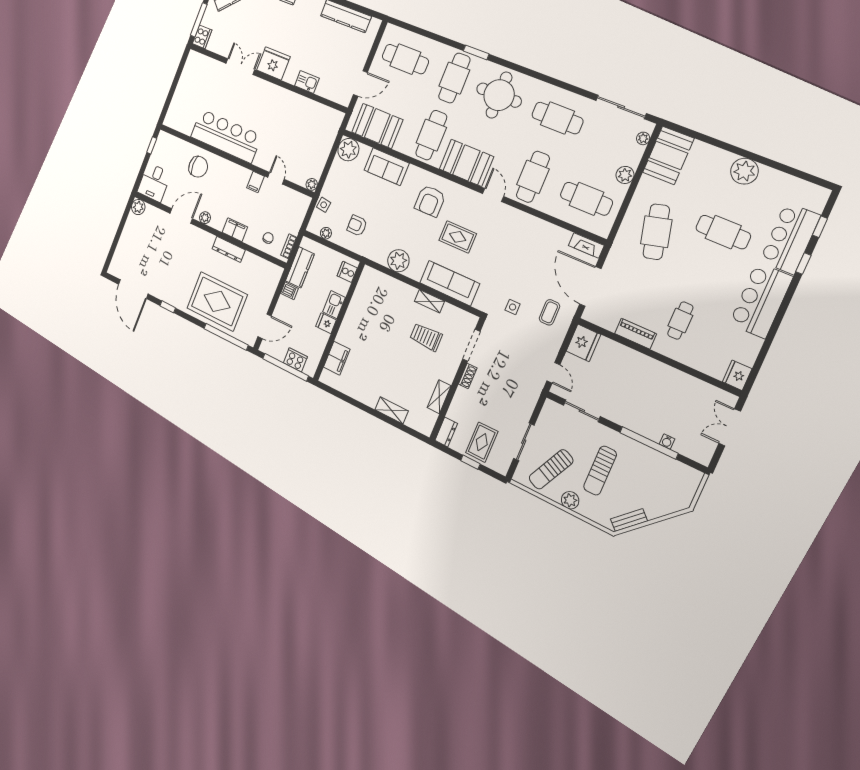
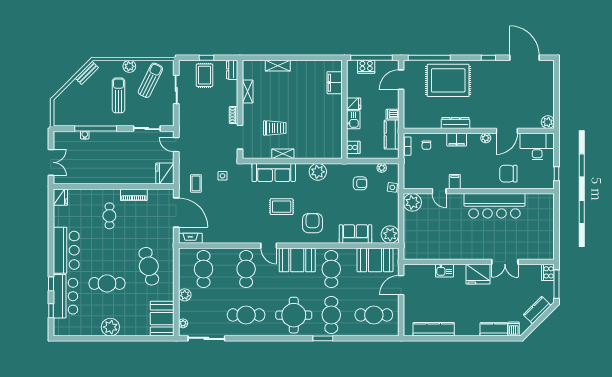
desk: (154, 182) -> (537, 147), width x1.37
plant: (312, 184) -> (412, 202), width x1.88, depth x1.88
cafe table: (586, 199) -> (204, 269), turned 90

